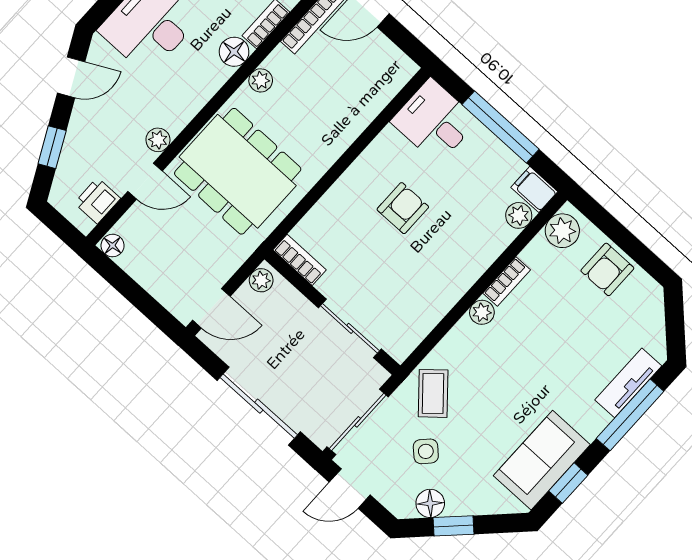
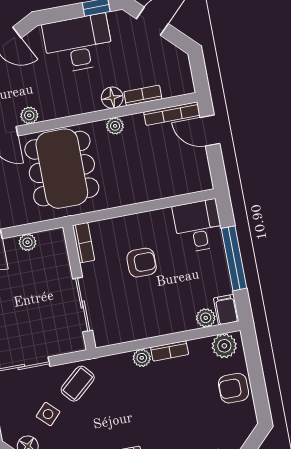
bookcase: (300, 260) -> (83, 243), moved
wall: (332, 312) -> (79, 288), moved
sliding door: (350, 328) -> (83, 305), moved

